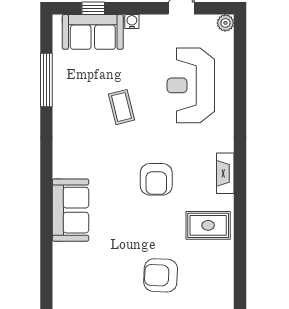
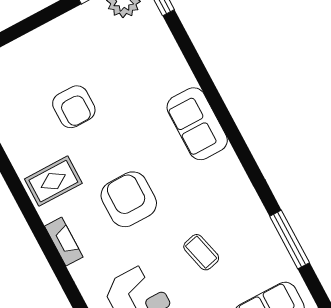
armchair: (156, 179) -> (129, 199), width x1.36, depth x1.36
armchair: (161, 275) -> (74, 107), turned 87

